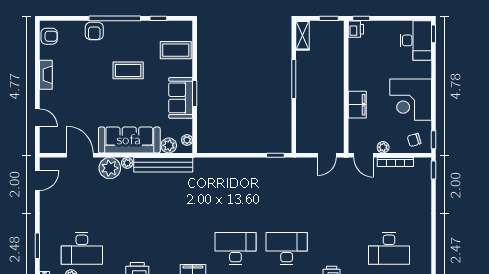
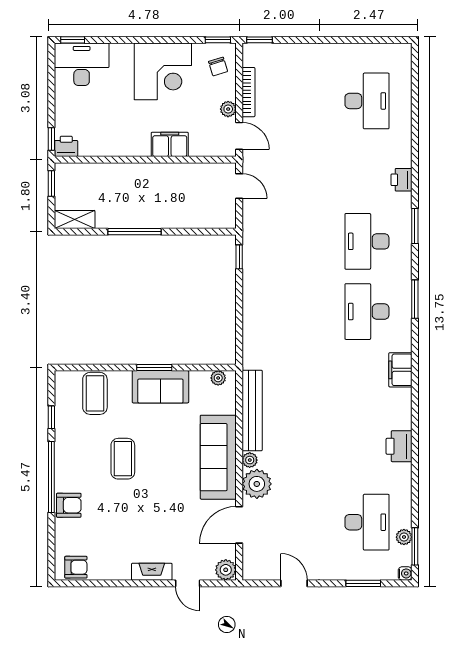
armchair: (49, 36) -> (76, 567), turned 90
fireplace: (46, 75) -> (152, 572), moved
door: (37, 118) -> (188, 583), swing flipped
plant: (169, 145) -> (226, 570), moved
door: (364, 155) -> (239, 136), hinge flipped
door: (37, 181) -> (294, 583), moved

